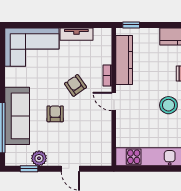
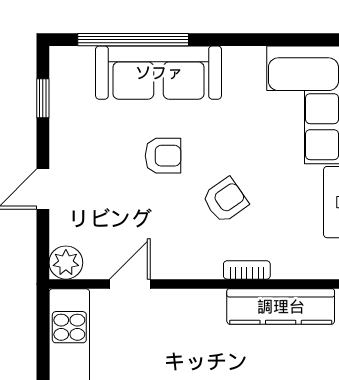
door: (114, 101) -> (130, 284), moved
plant: (39, 158) -> (66, 263), moved

